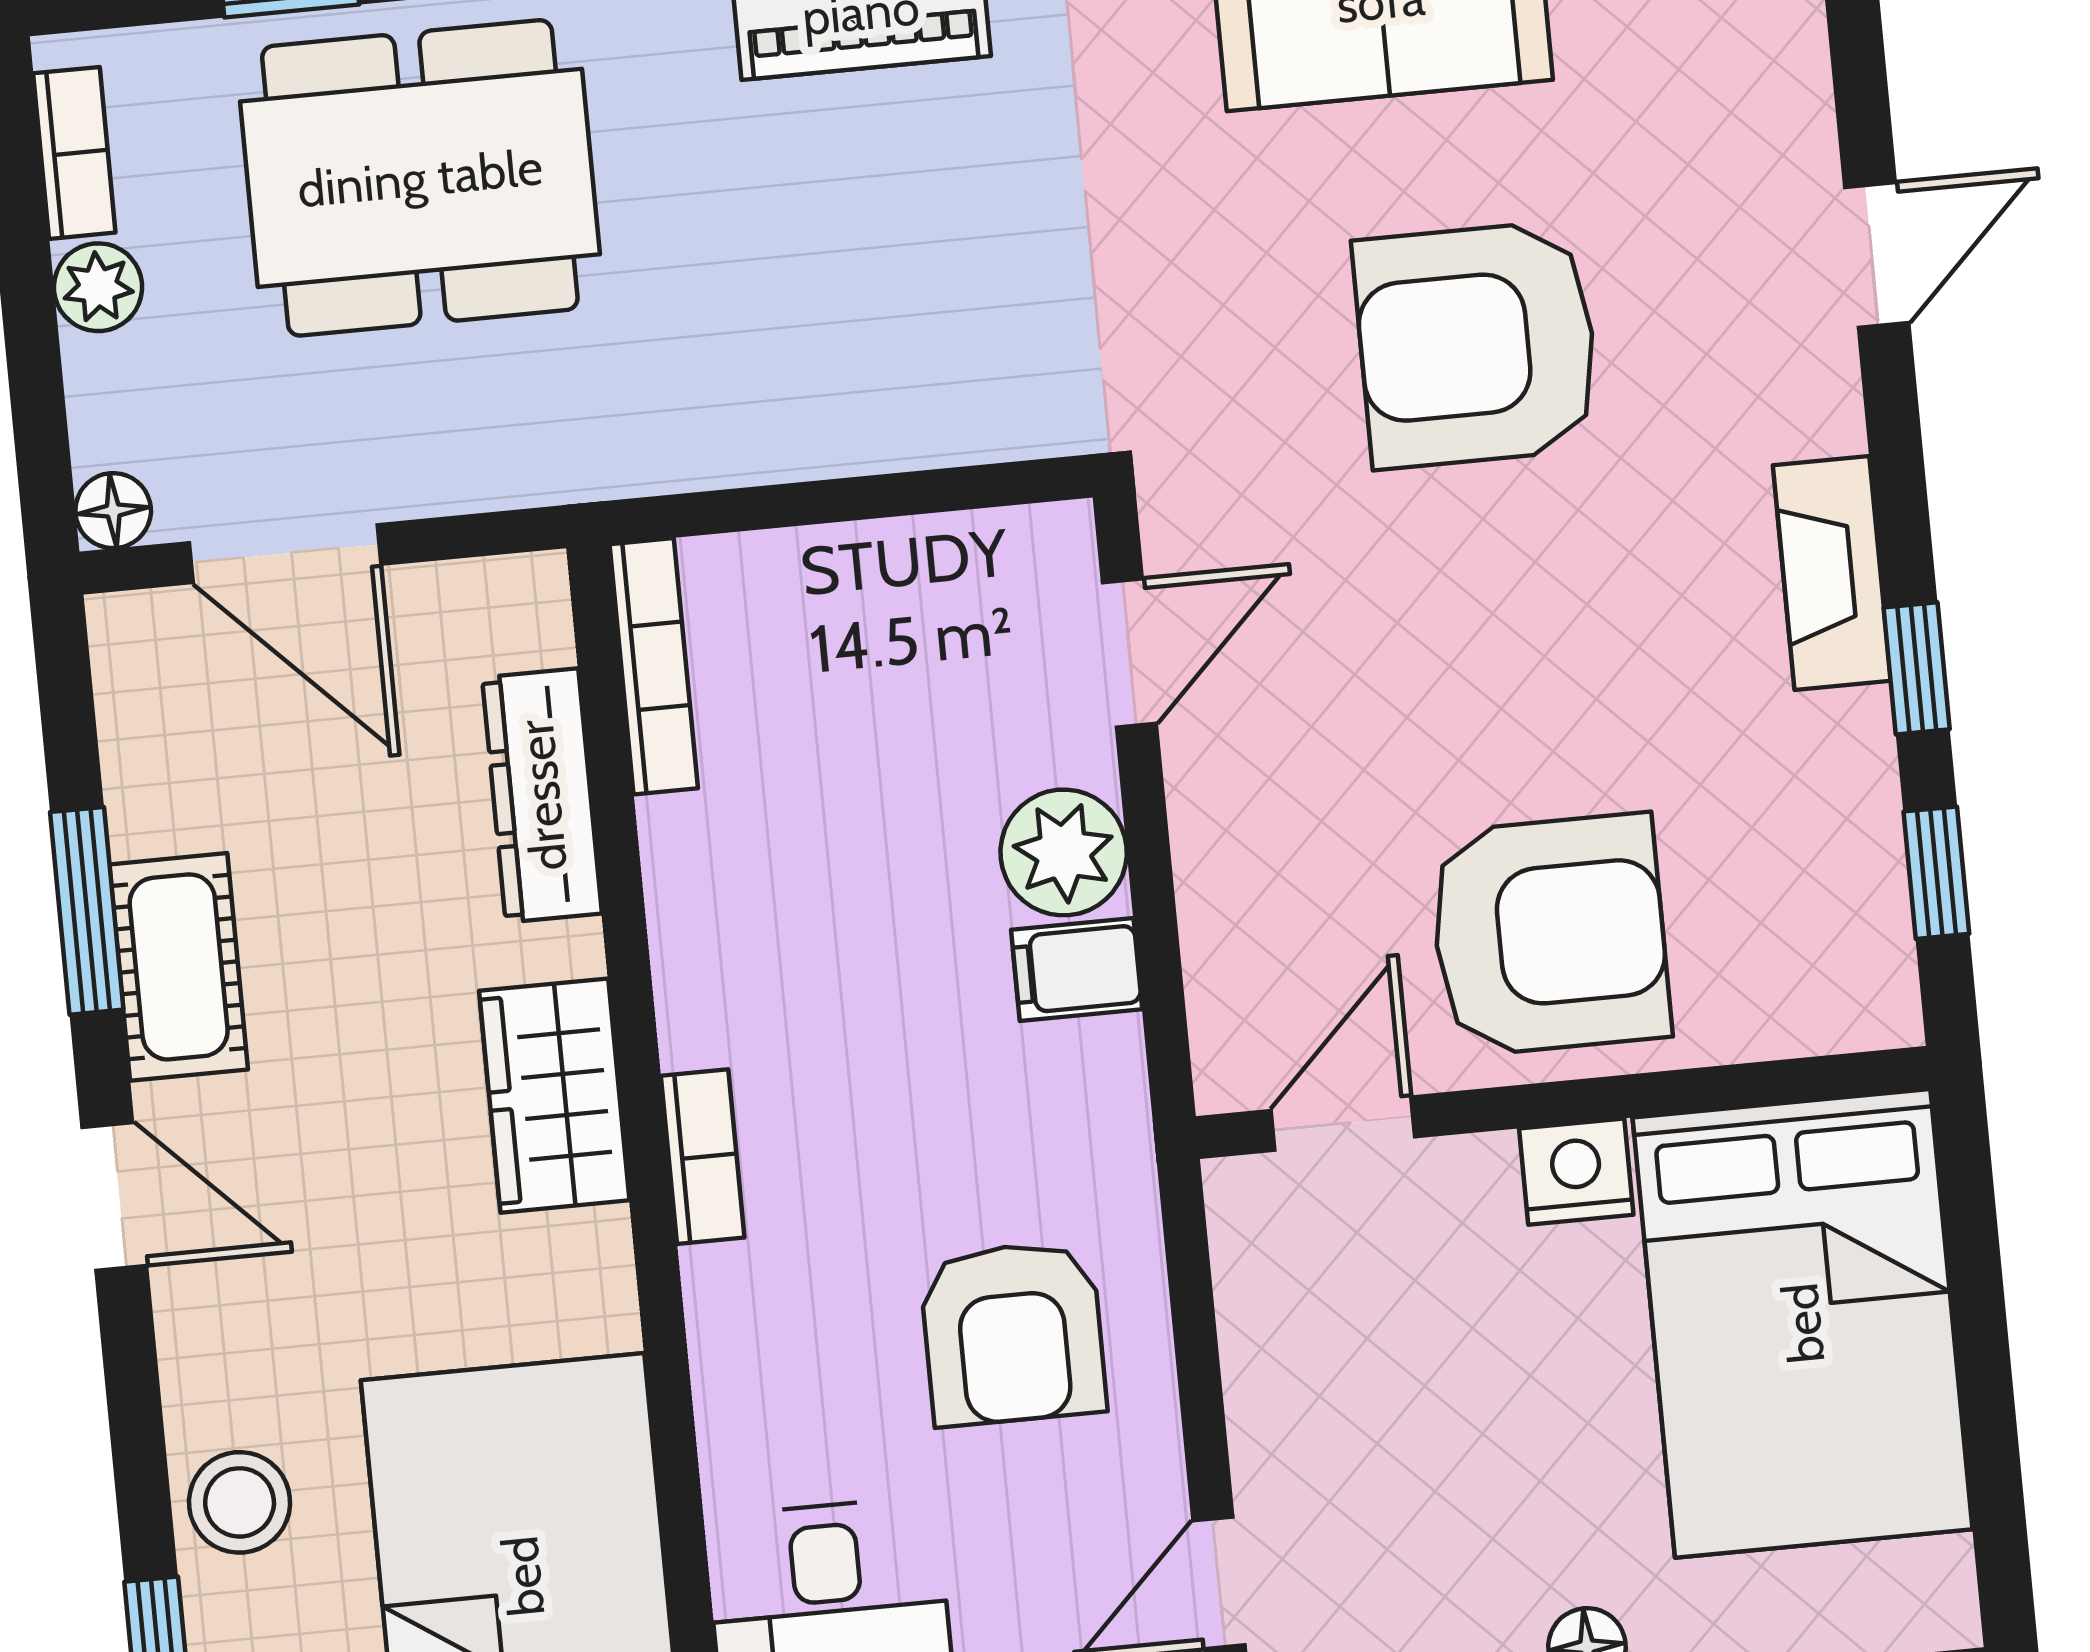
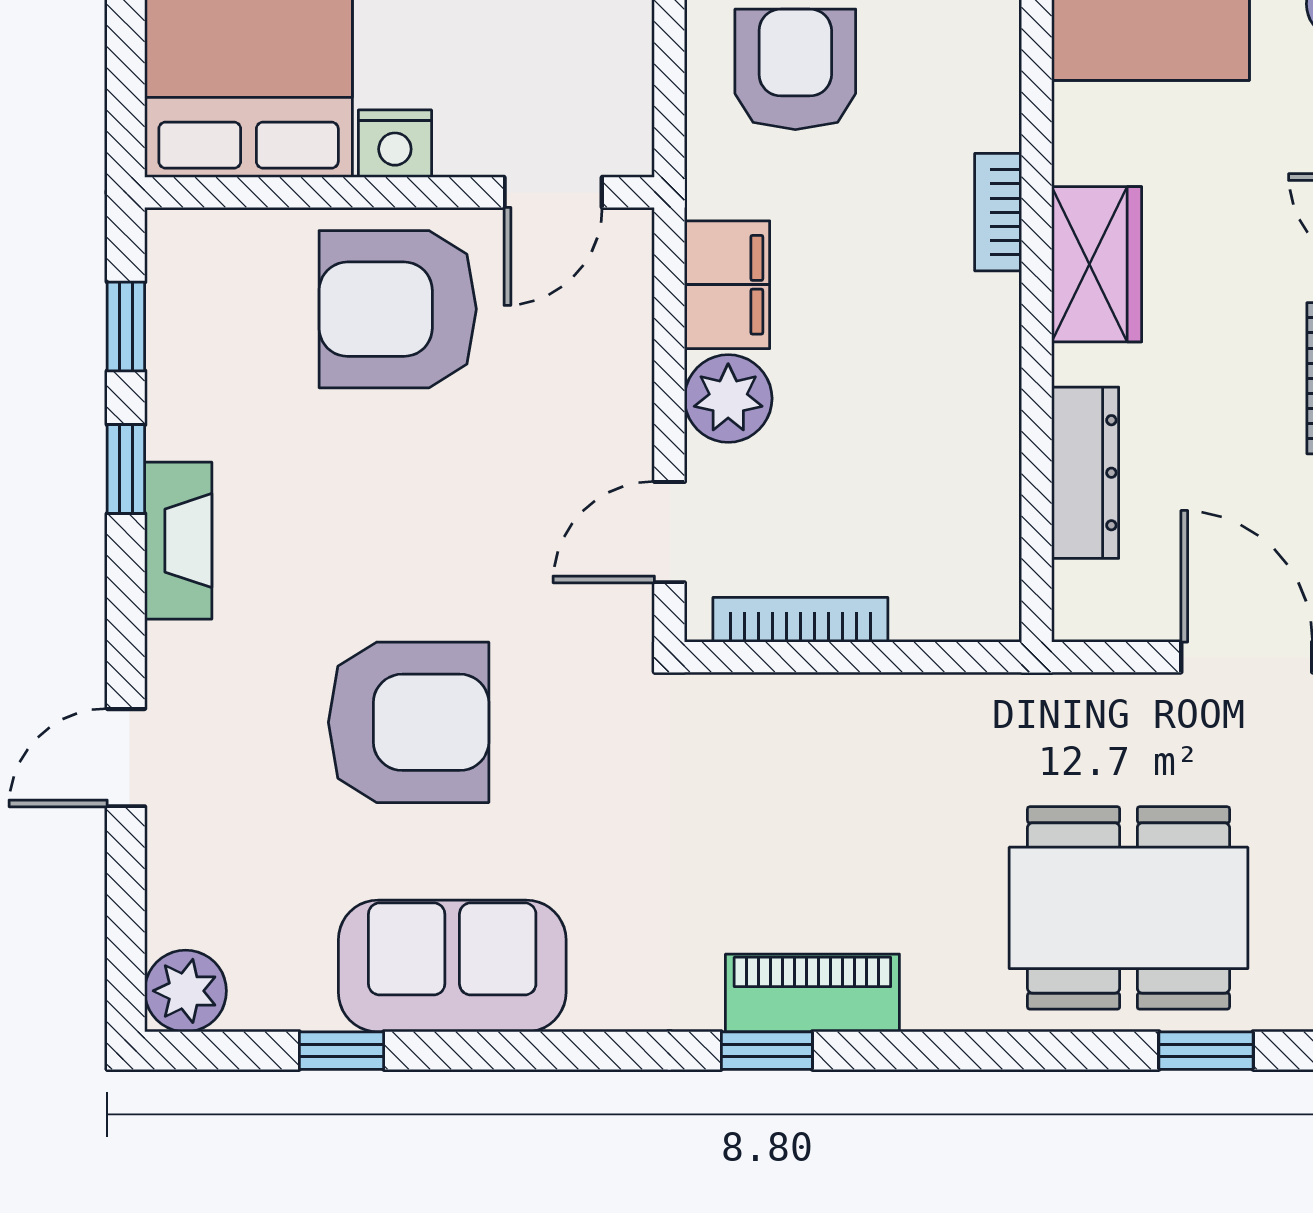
bookcase: (654, 666) -> (800, 620), moved, turned 90
filing cabinet: (1077, 969) -> (727, 285), width x2.00

